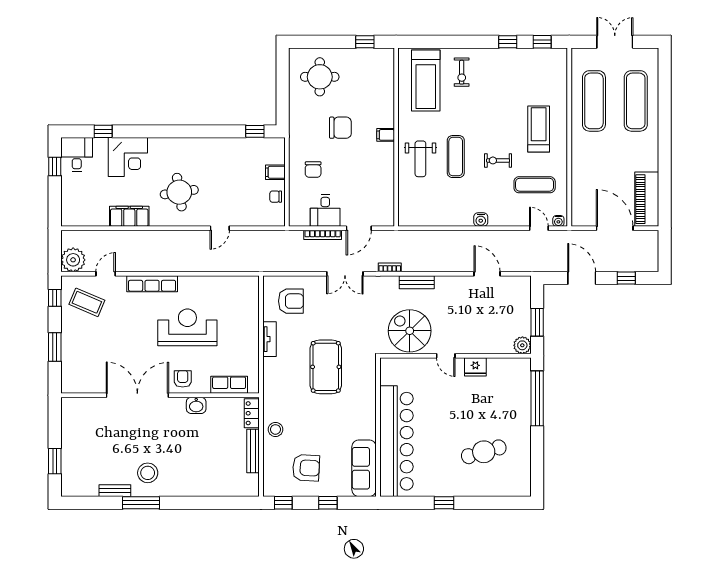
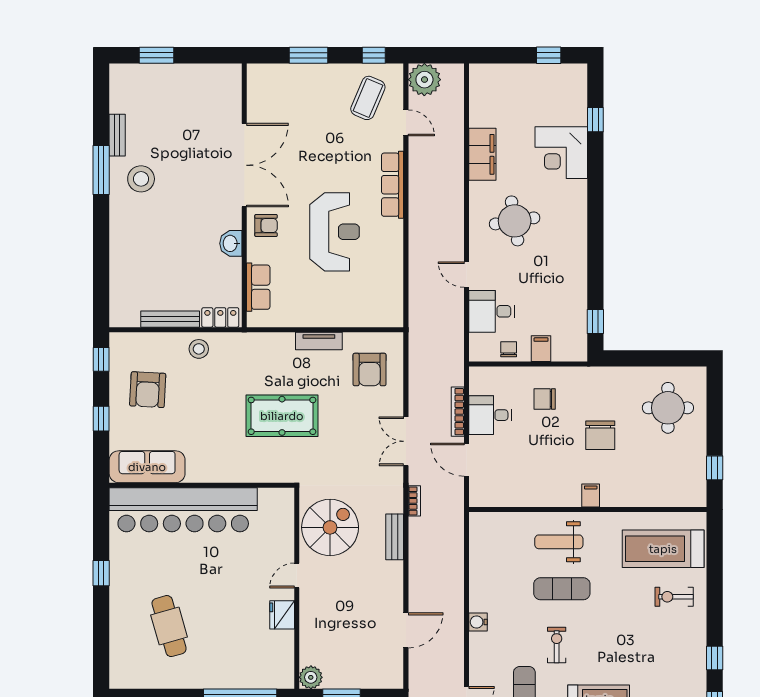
desk: (77, 154) -> (492, 311), moved, turned 180

